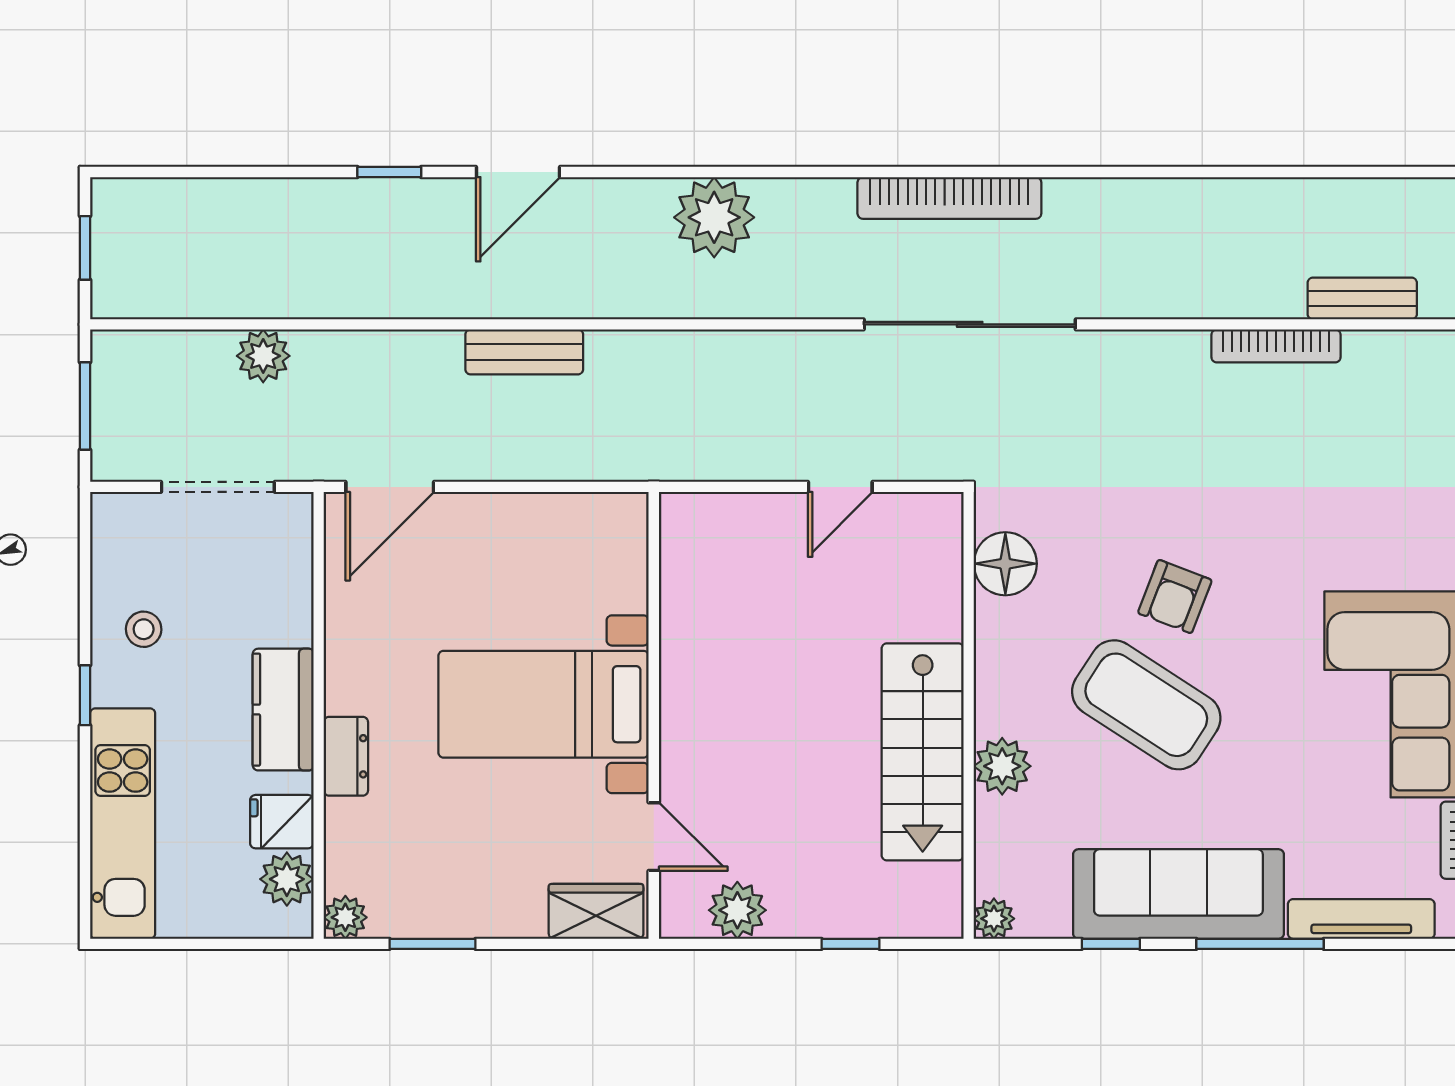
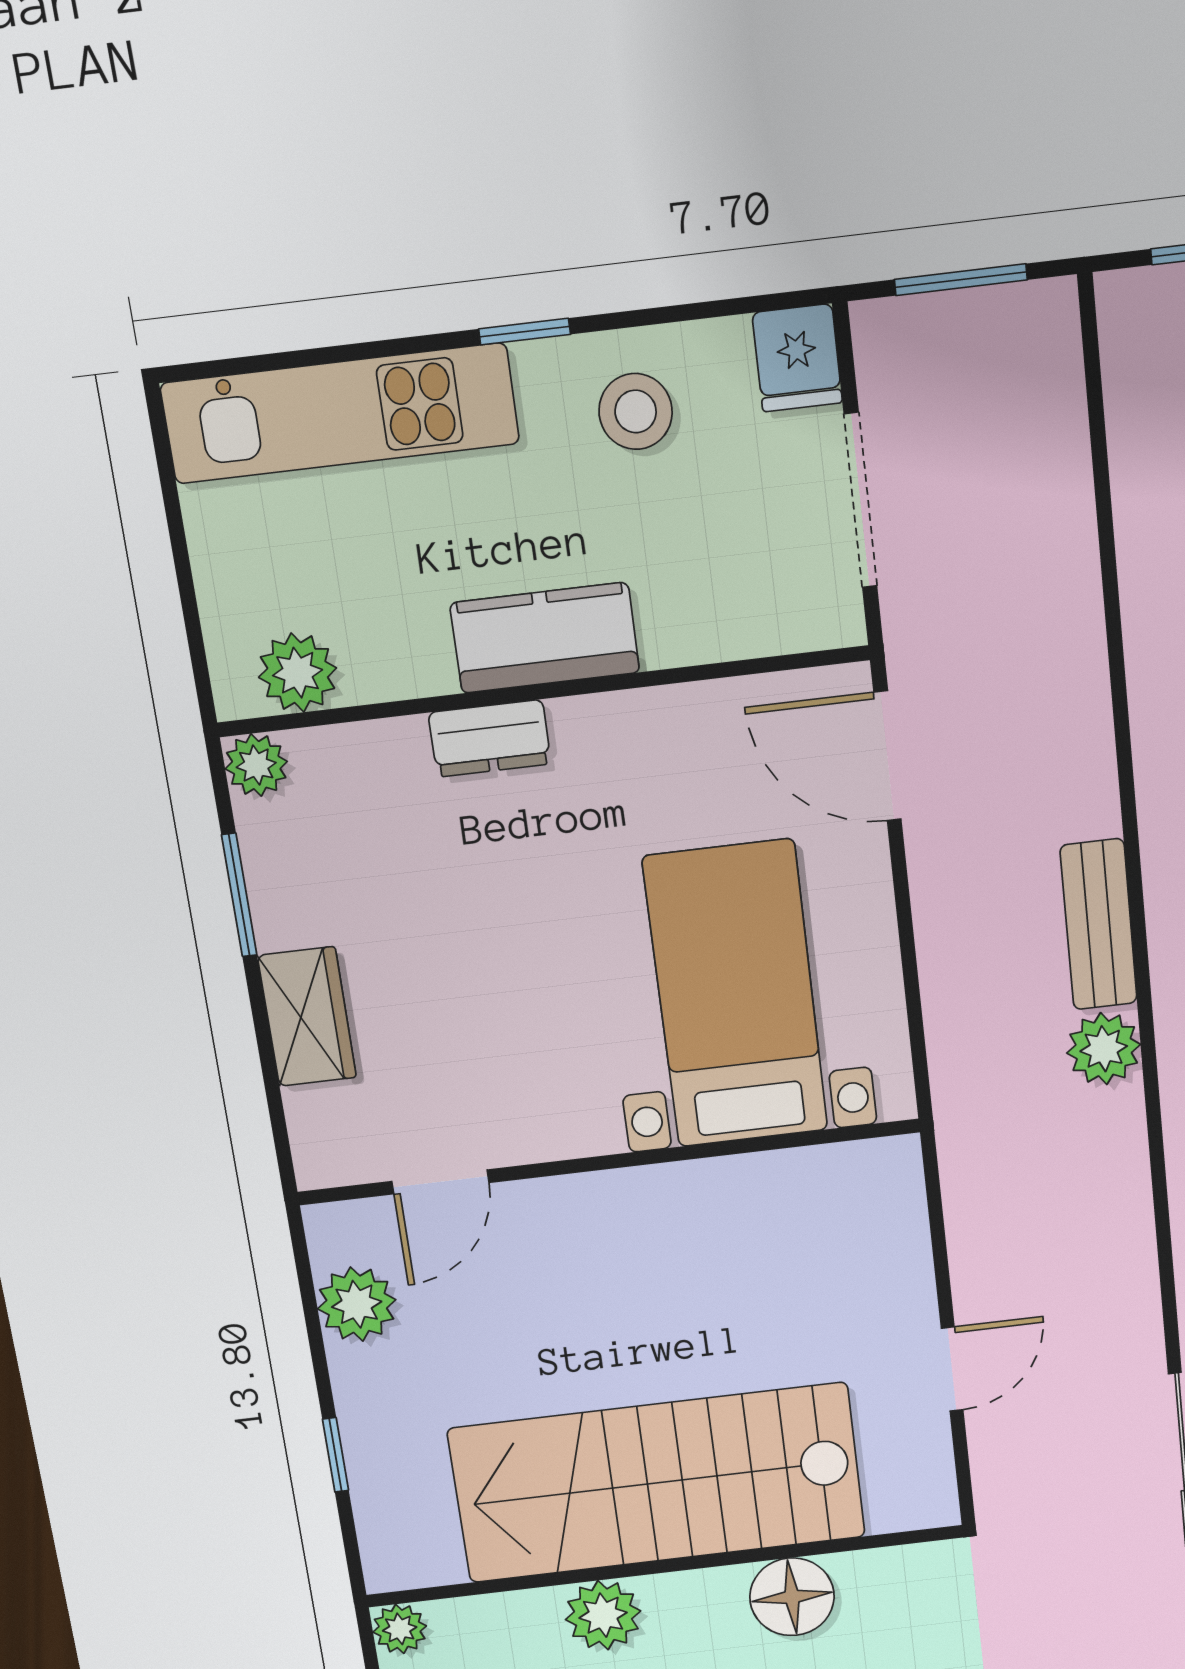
plant: (263, 356) -> (1104, 1049), moved
door: (840, 487) -> (952, 1369), swing flipped
floor lamp: (1005, 564) -> (792, 1597), moved
stool: (144, 629) -> (636, 411), width x1.37, depth x1.37
bed with nightstands: (543, 704) -> (736, 994), moved
stairs: (923, 752) -> (657, 1483), width x1.36, depth x1.51
fridge: (282, 822) -> (797, 358), moved, turned 180
wardrobe: (596, 911) -> (307, 1017), moved

